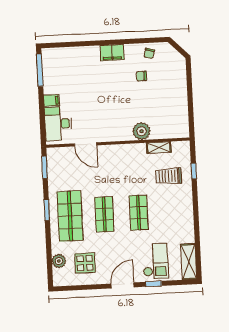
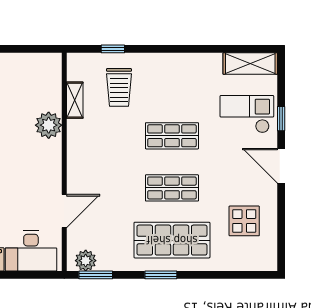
plant: (59, 261) -> (86, 261), moved

